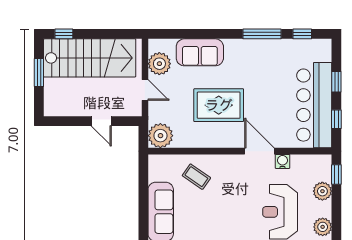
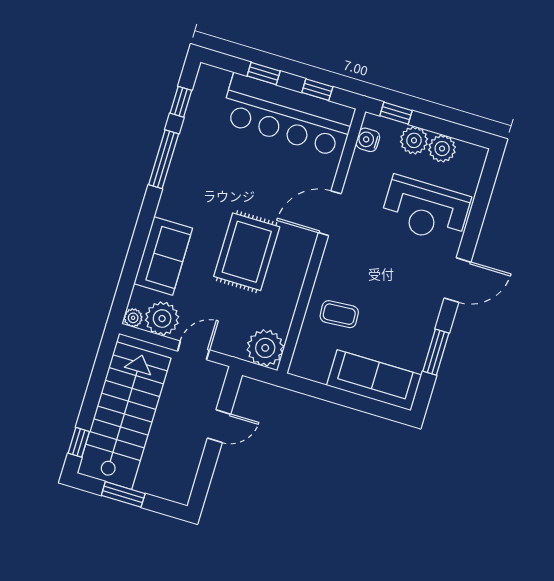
plant: (154, 45) -> (133, 318), added
water cooler: (282, 161) -> (368, 140), moved
coffee table: (196, 177) -> (339, 314), turned 51
plant: (323, 227) -> (442, 149), moved

